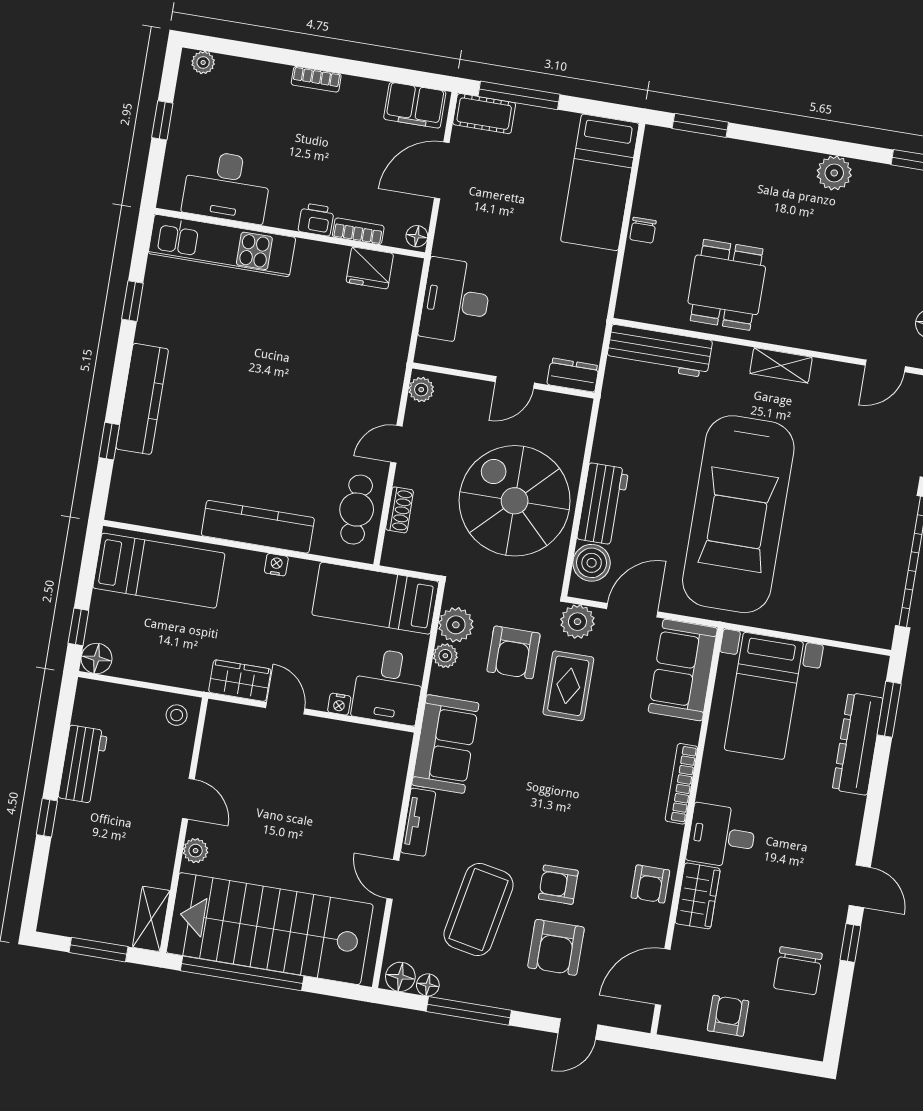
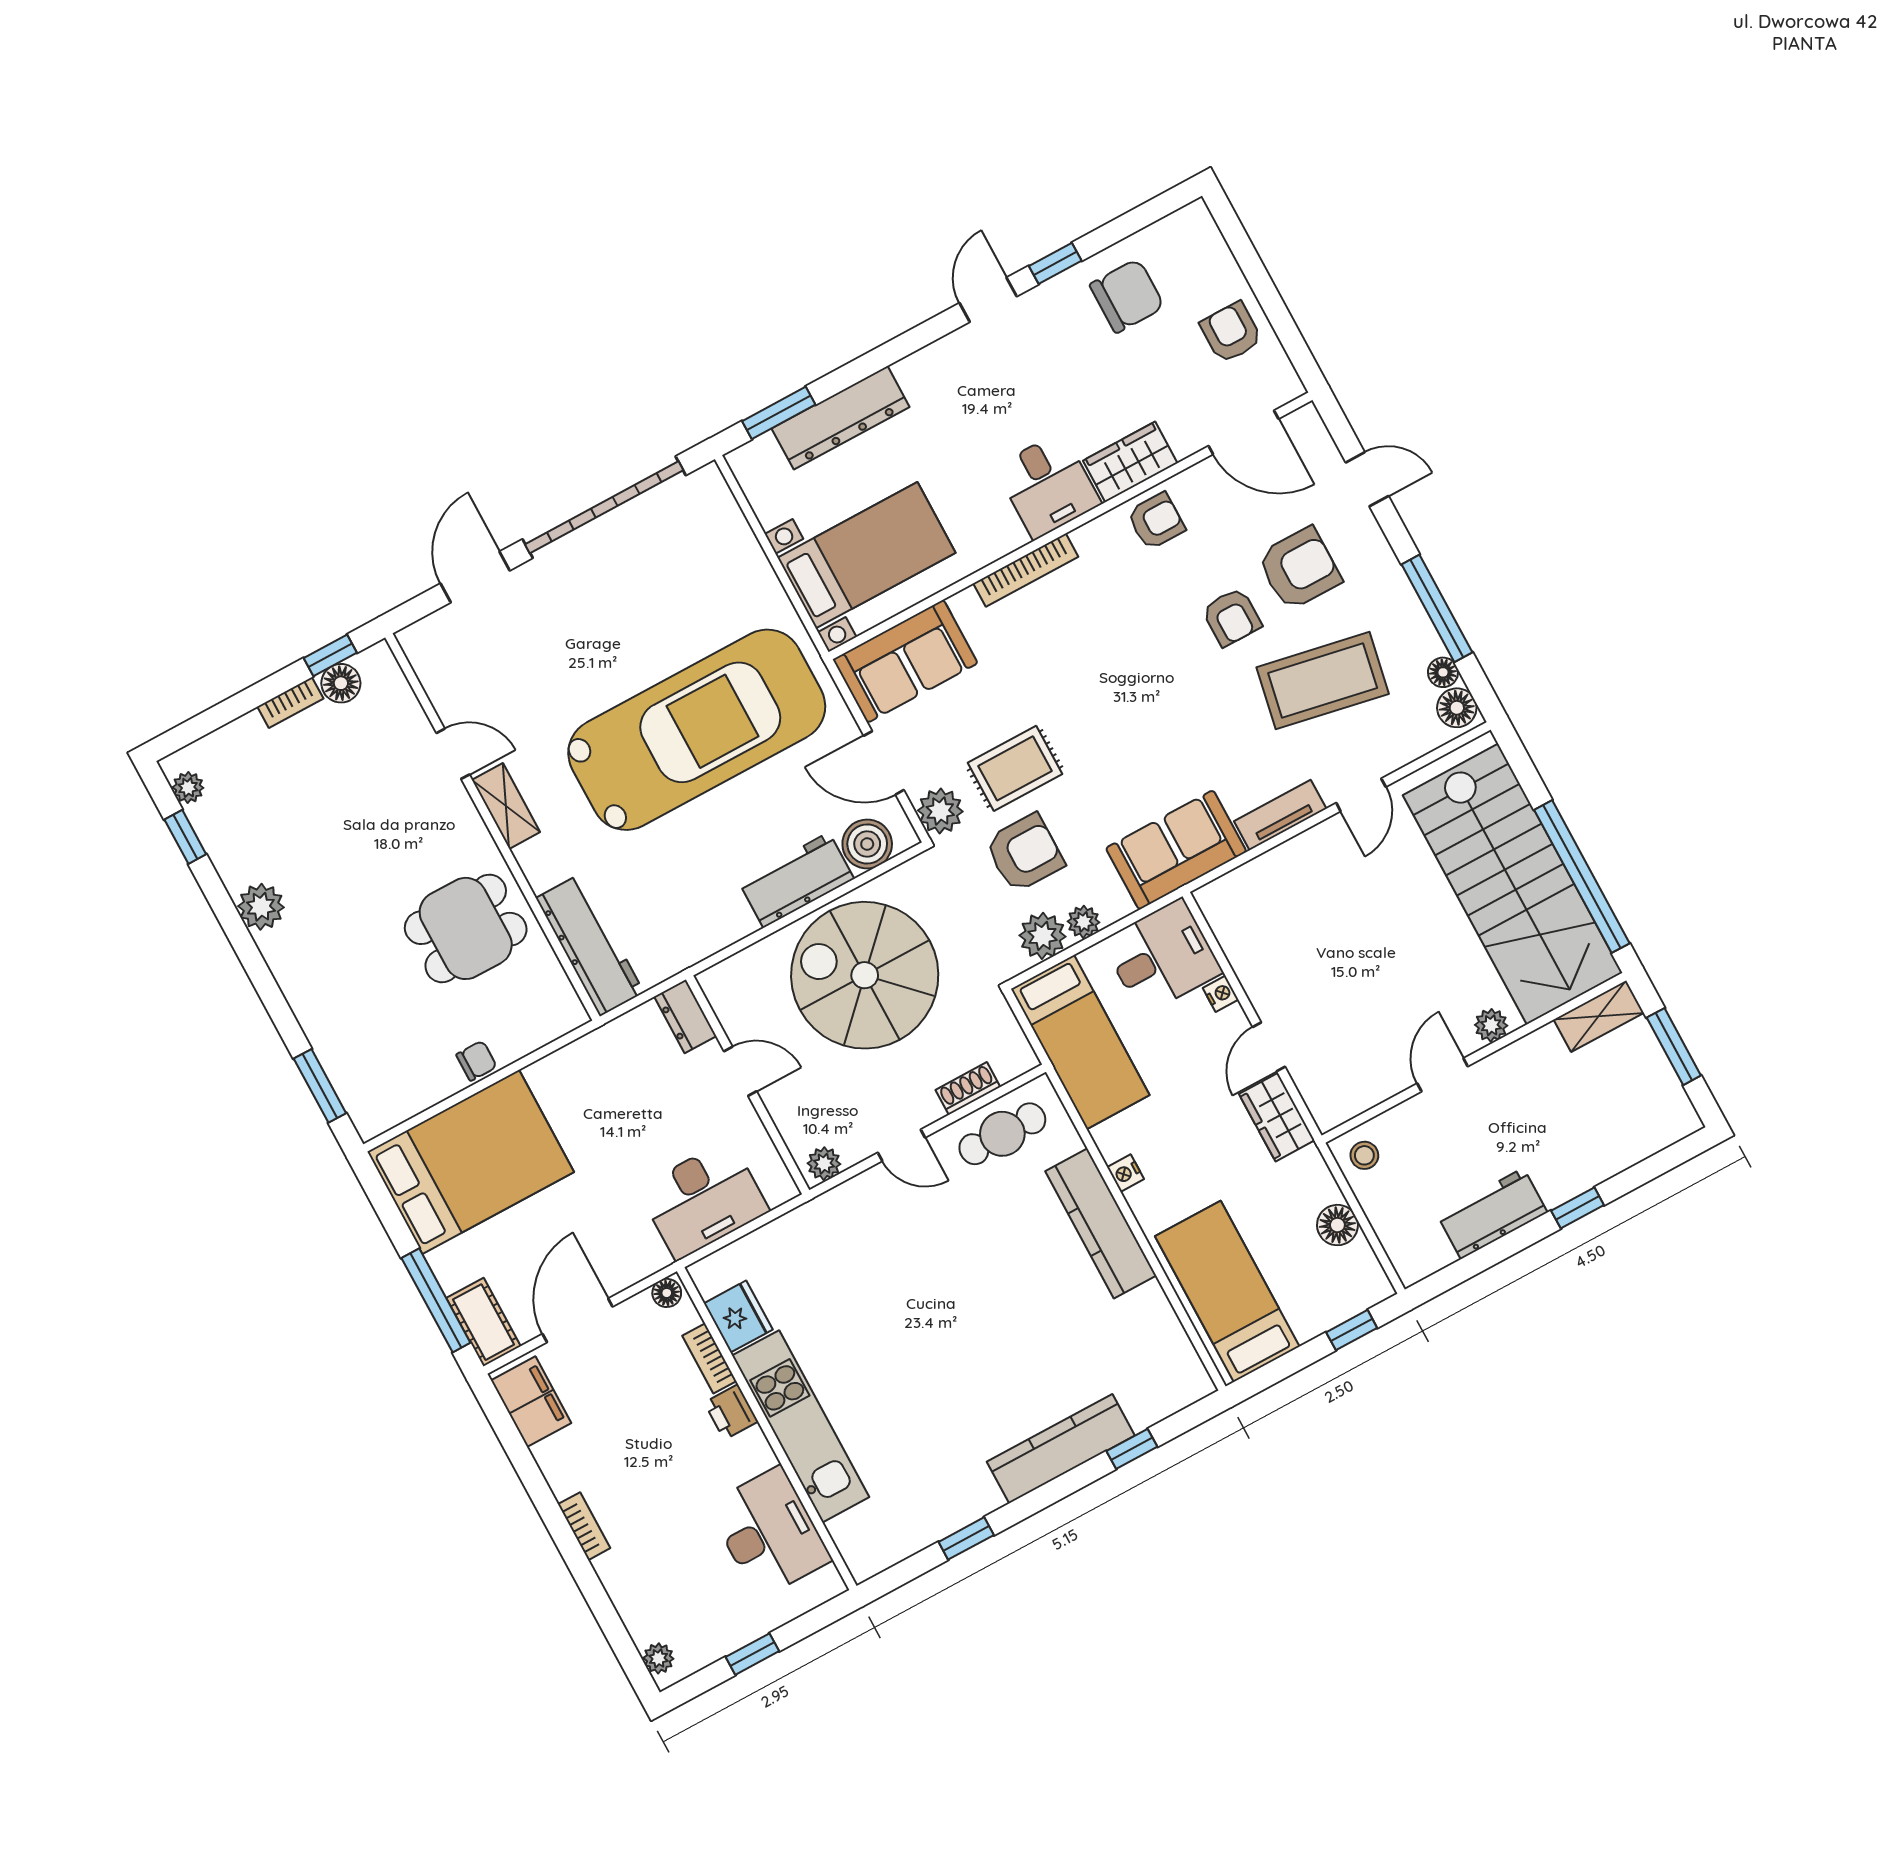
door: (442, 170) -> (578, 1320), swing flipped
bed: (600, 182) -> (471, 1162), width x1.50
kitchen unit: (222, 245) -> (801, 1426), moved
door: (885, 366) -> (453, 754), moved
spiral stairs: (515, 501) -> (865, 975), turned 90
floor lamp: (97, 658) -> (1337, 1225), moved
armchair: (728, 1016) -> (1231, 332), turned 90

